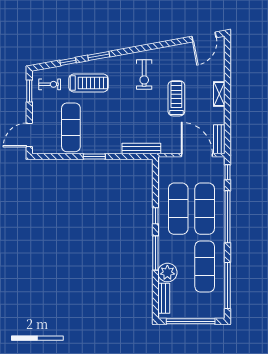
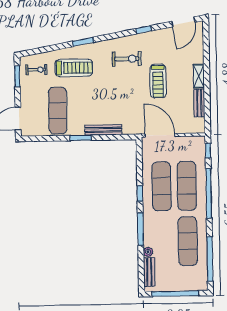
window: (68, 62) -> (144, 30), moved
exercise bike: (144, 75) -> (127, 59), turned -90
treadmill: (176, 98) -> (158, 81), turned 180
bench: (219, 139) -> (199, 103), moved
bench: (141, 149) -> (103, 130), moved
door: (197, 155) -> (160, 135), moved
plant: (167, 273) -> (148, 252), width x0.53, depth x0.53

